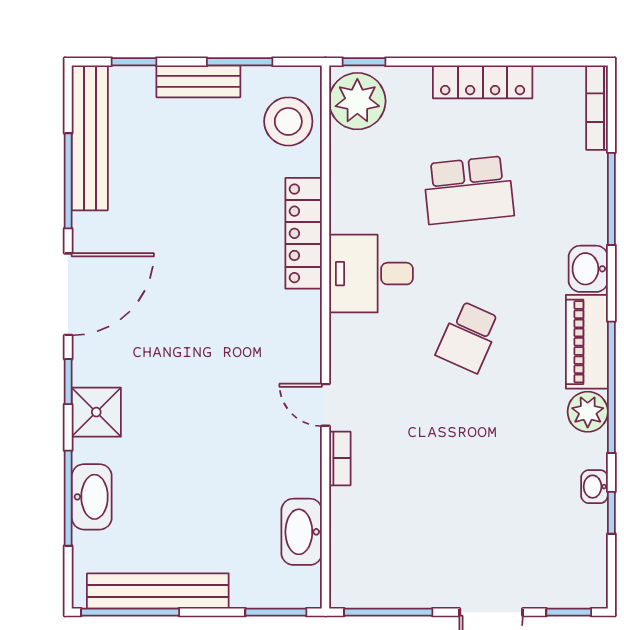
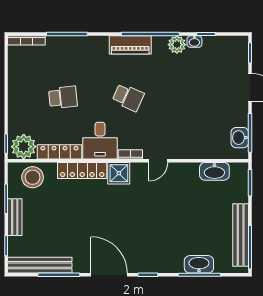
locker: (483, 82) -> (59, 152), moved, turned -90
school desk: (468, 190) -> (63, 97), width x0.54
washbasin: (588, 269) -> (240, 138), moved, turned 90
shower: (96, 412) -> (119, 173), moved
plant: (588, 412) -> (177, 45), moved
bookcase: (340, 458) -> (130, 154), moved

